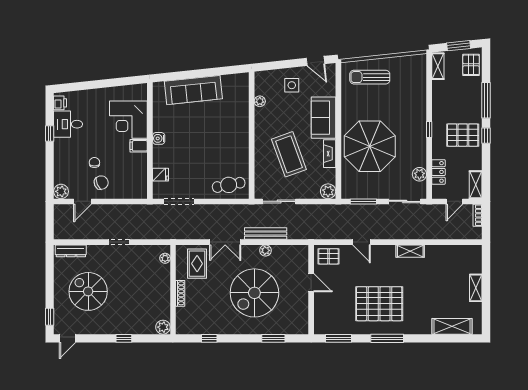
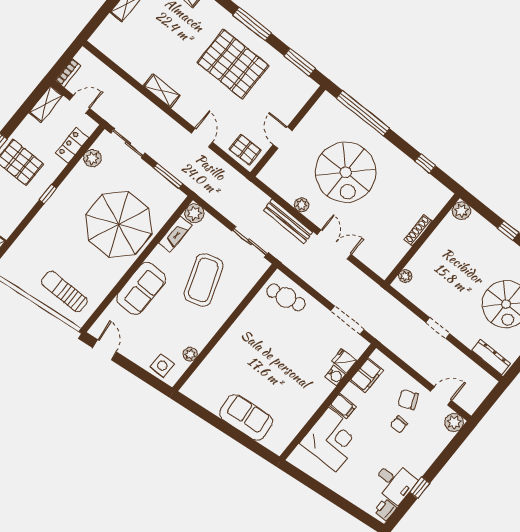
sun lounger: (370, 77) -> (64, 292), turned 180
side table: (292, 85) -> (162, 366), moved
sofa: (193, 90) -> (246, 417), width x0.73
water cooler: (159, 138) -> (335, 376), moved
fireplace: (330, 154) -> (175, 234), moved
filing cabinet: (139, 177) -> (367, 375), added
rug: (197, 264) -> (379, 246), removed
spiral stairs: (254, 293) -> (346, 172), turned 90
window: (273, 338) -> (363, 113), width x2.11

